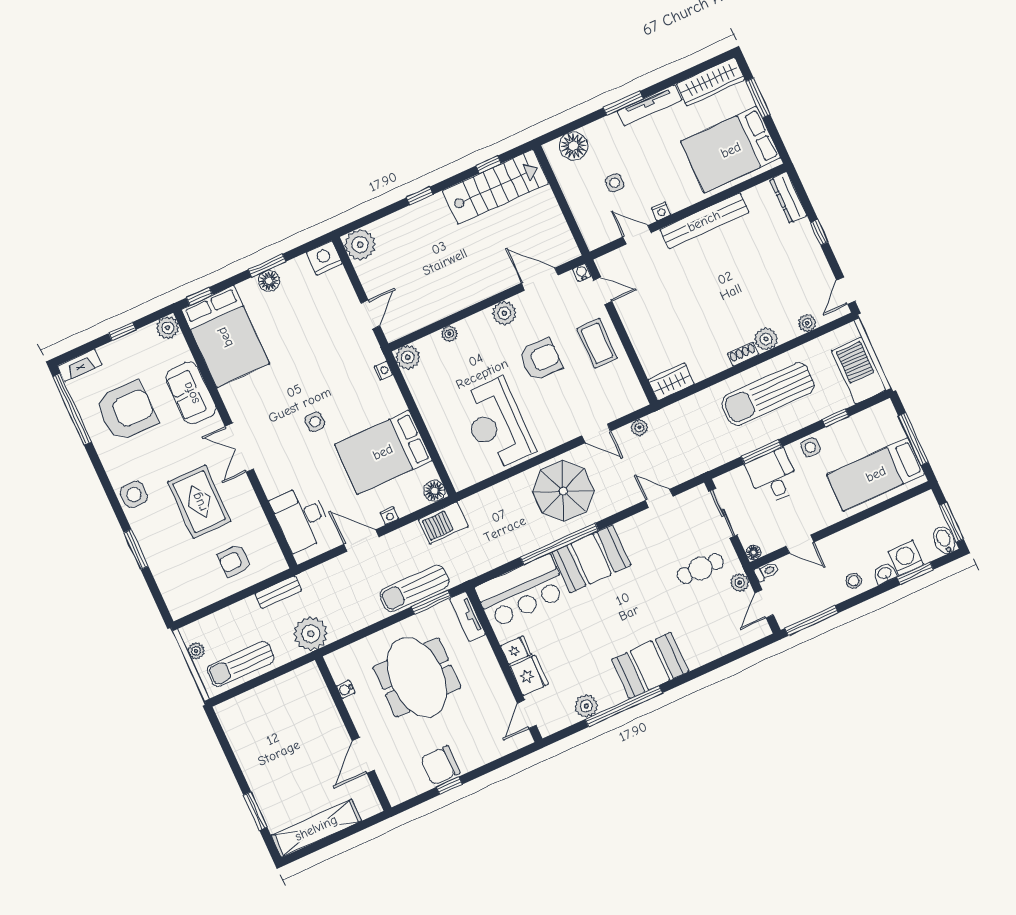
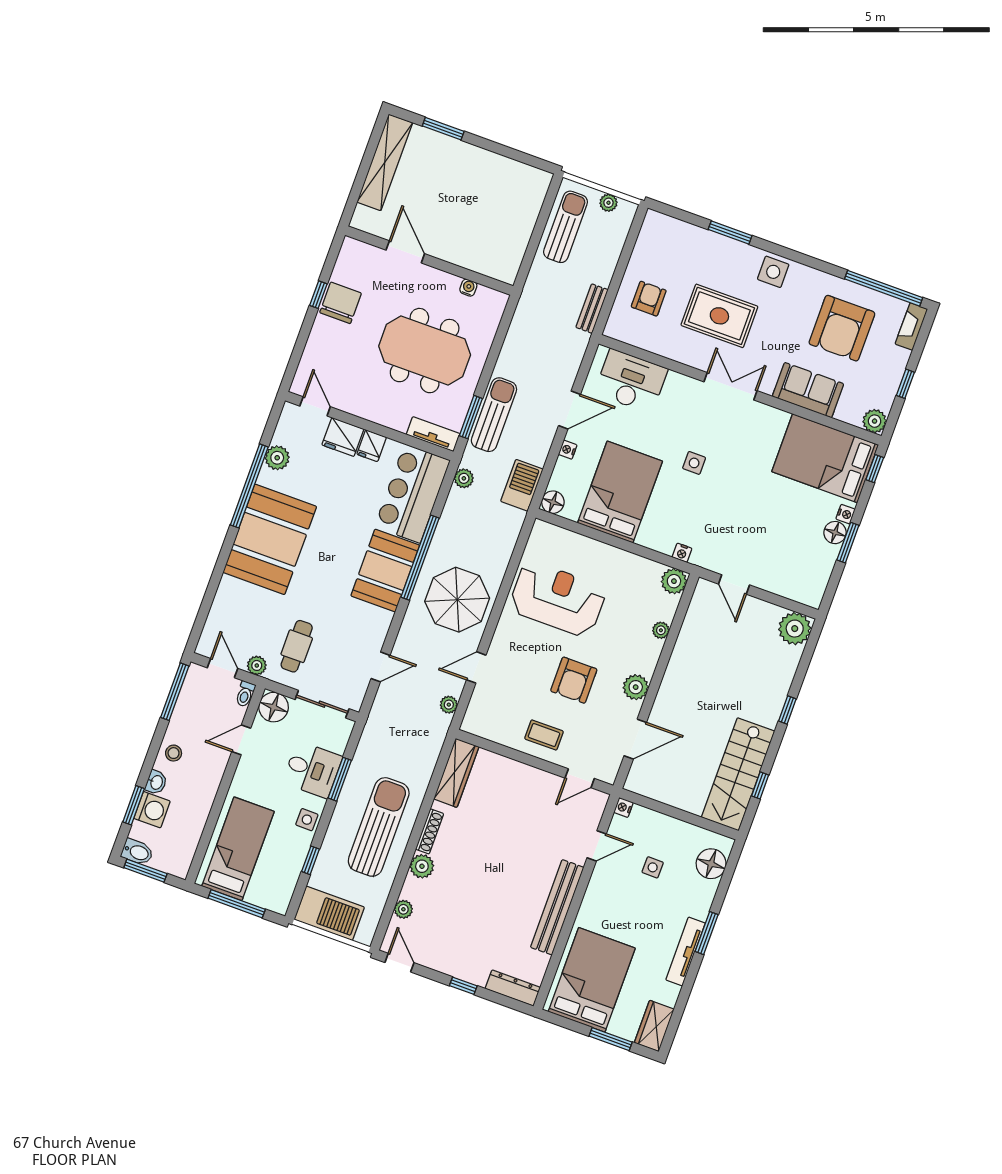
wardrobe: (711, 82) -> (654, 1026), width x0.67
nightstand: (661, 211) -> (623, 807), moved
nightstand: (324, 258) -> (845, 514), moved, width x0.53, depth x0.56
water cooler: (582, 272) -> (609, 776), removed
coffee table: (597, 343) -> (544, 735), width x0.73, depth x0.77
shoe rack: (743, 354) -> (430, 831), width x1.43
wardrobe: (671, 382) -> (456, 773), width x1.50
floor lamp: (753, 552) -> (274, 707), width x1.89, depth x1.89
plant: (311, 634) -> (464, 478), moved, width x0.53, depth x0.53
booth: (650, 665) -> (270, 539), width x1.36, depth x1.42

